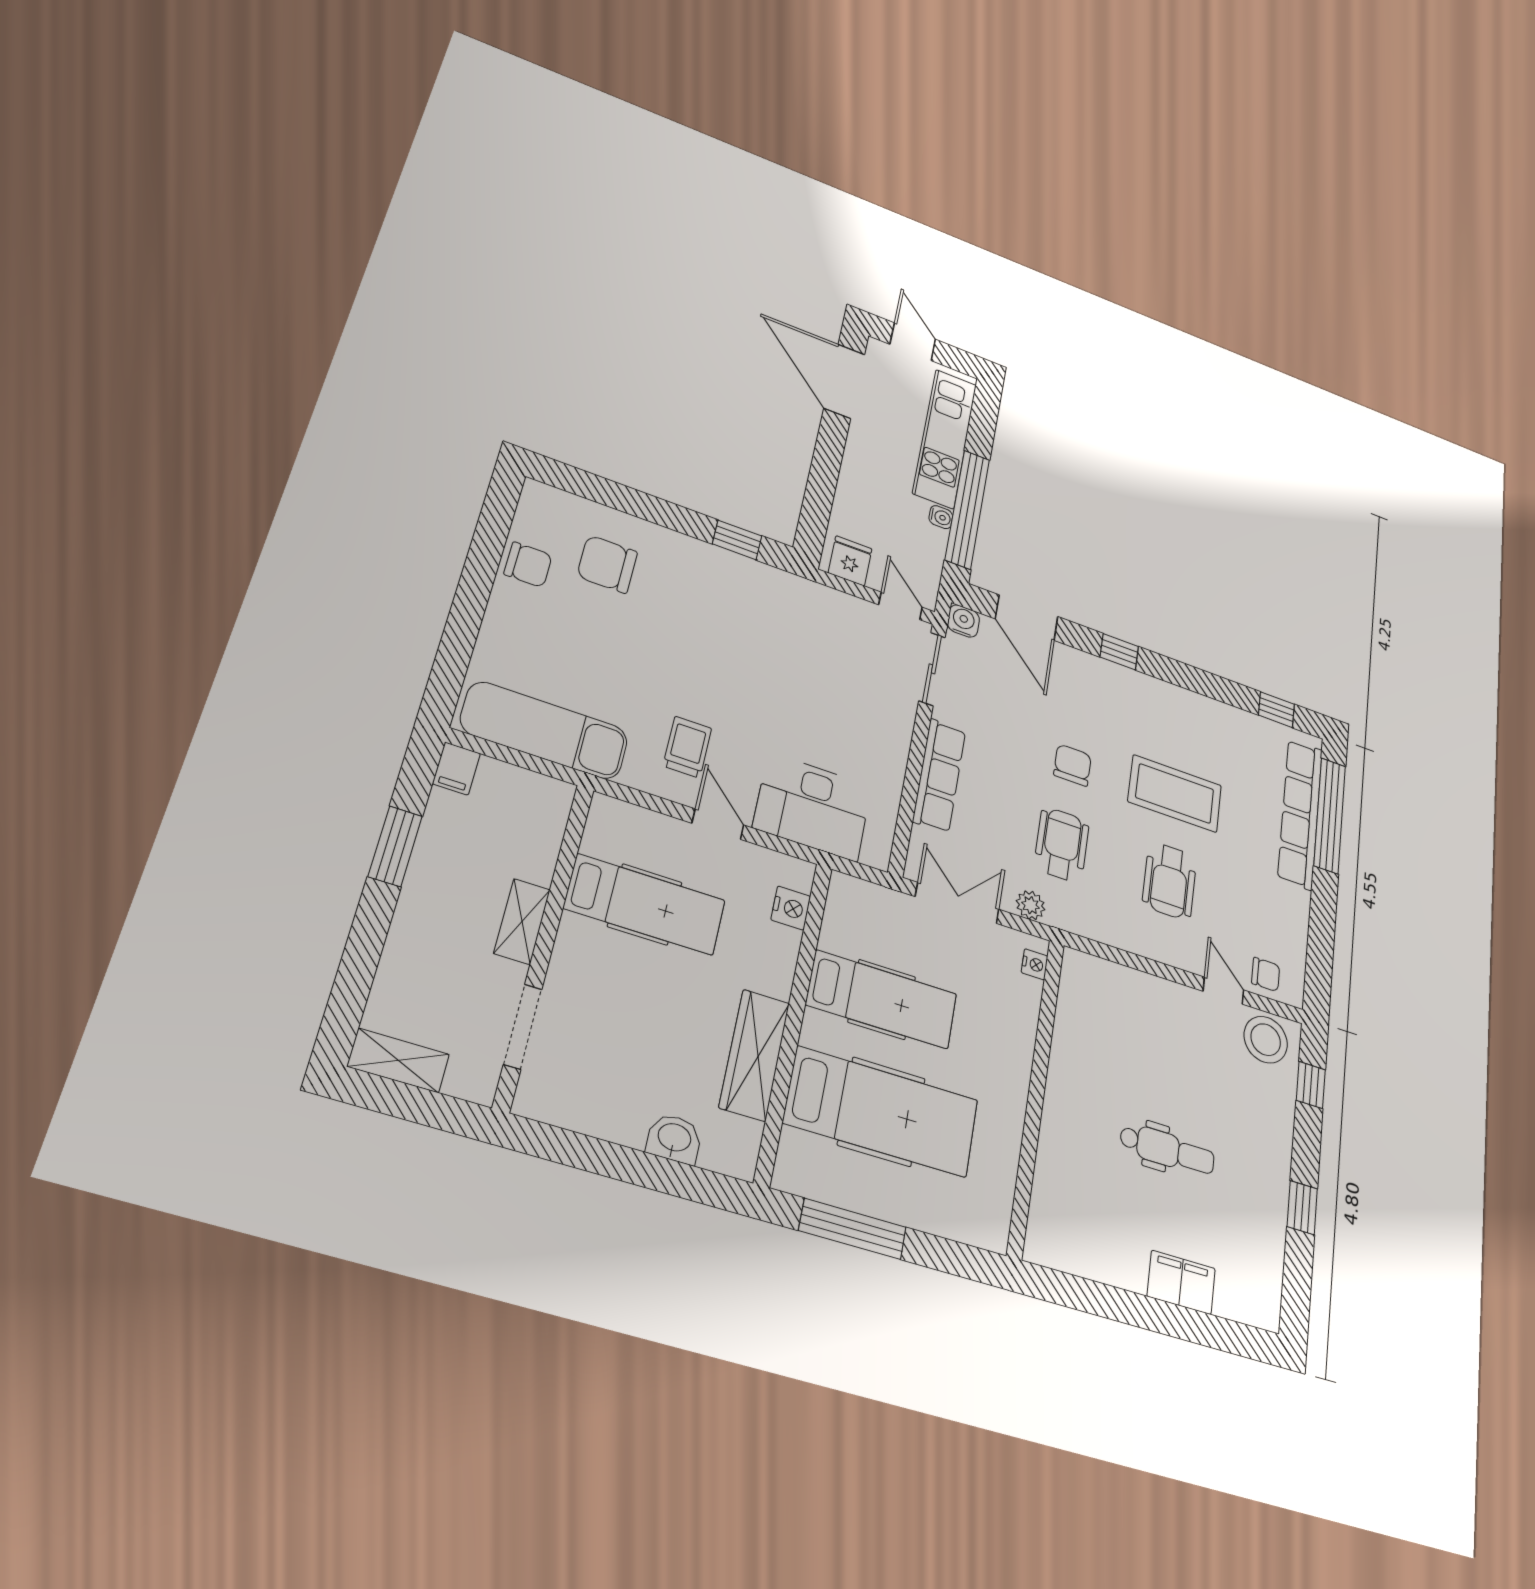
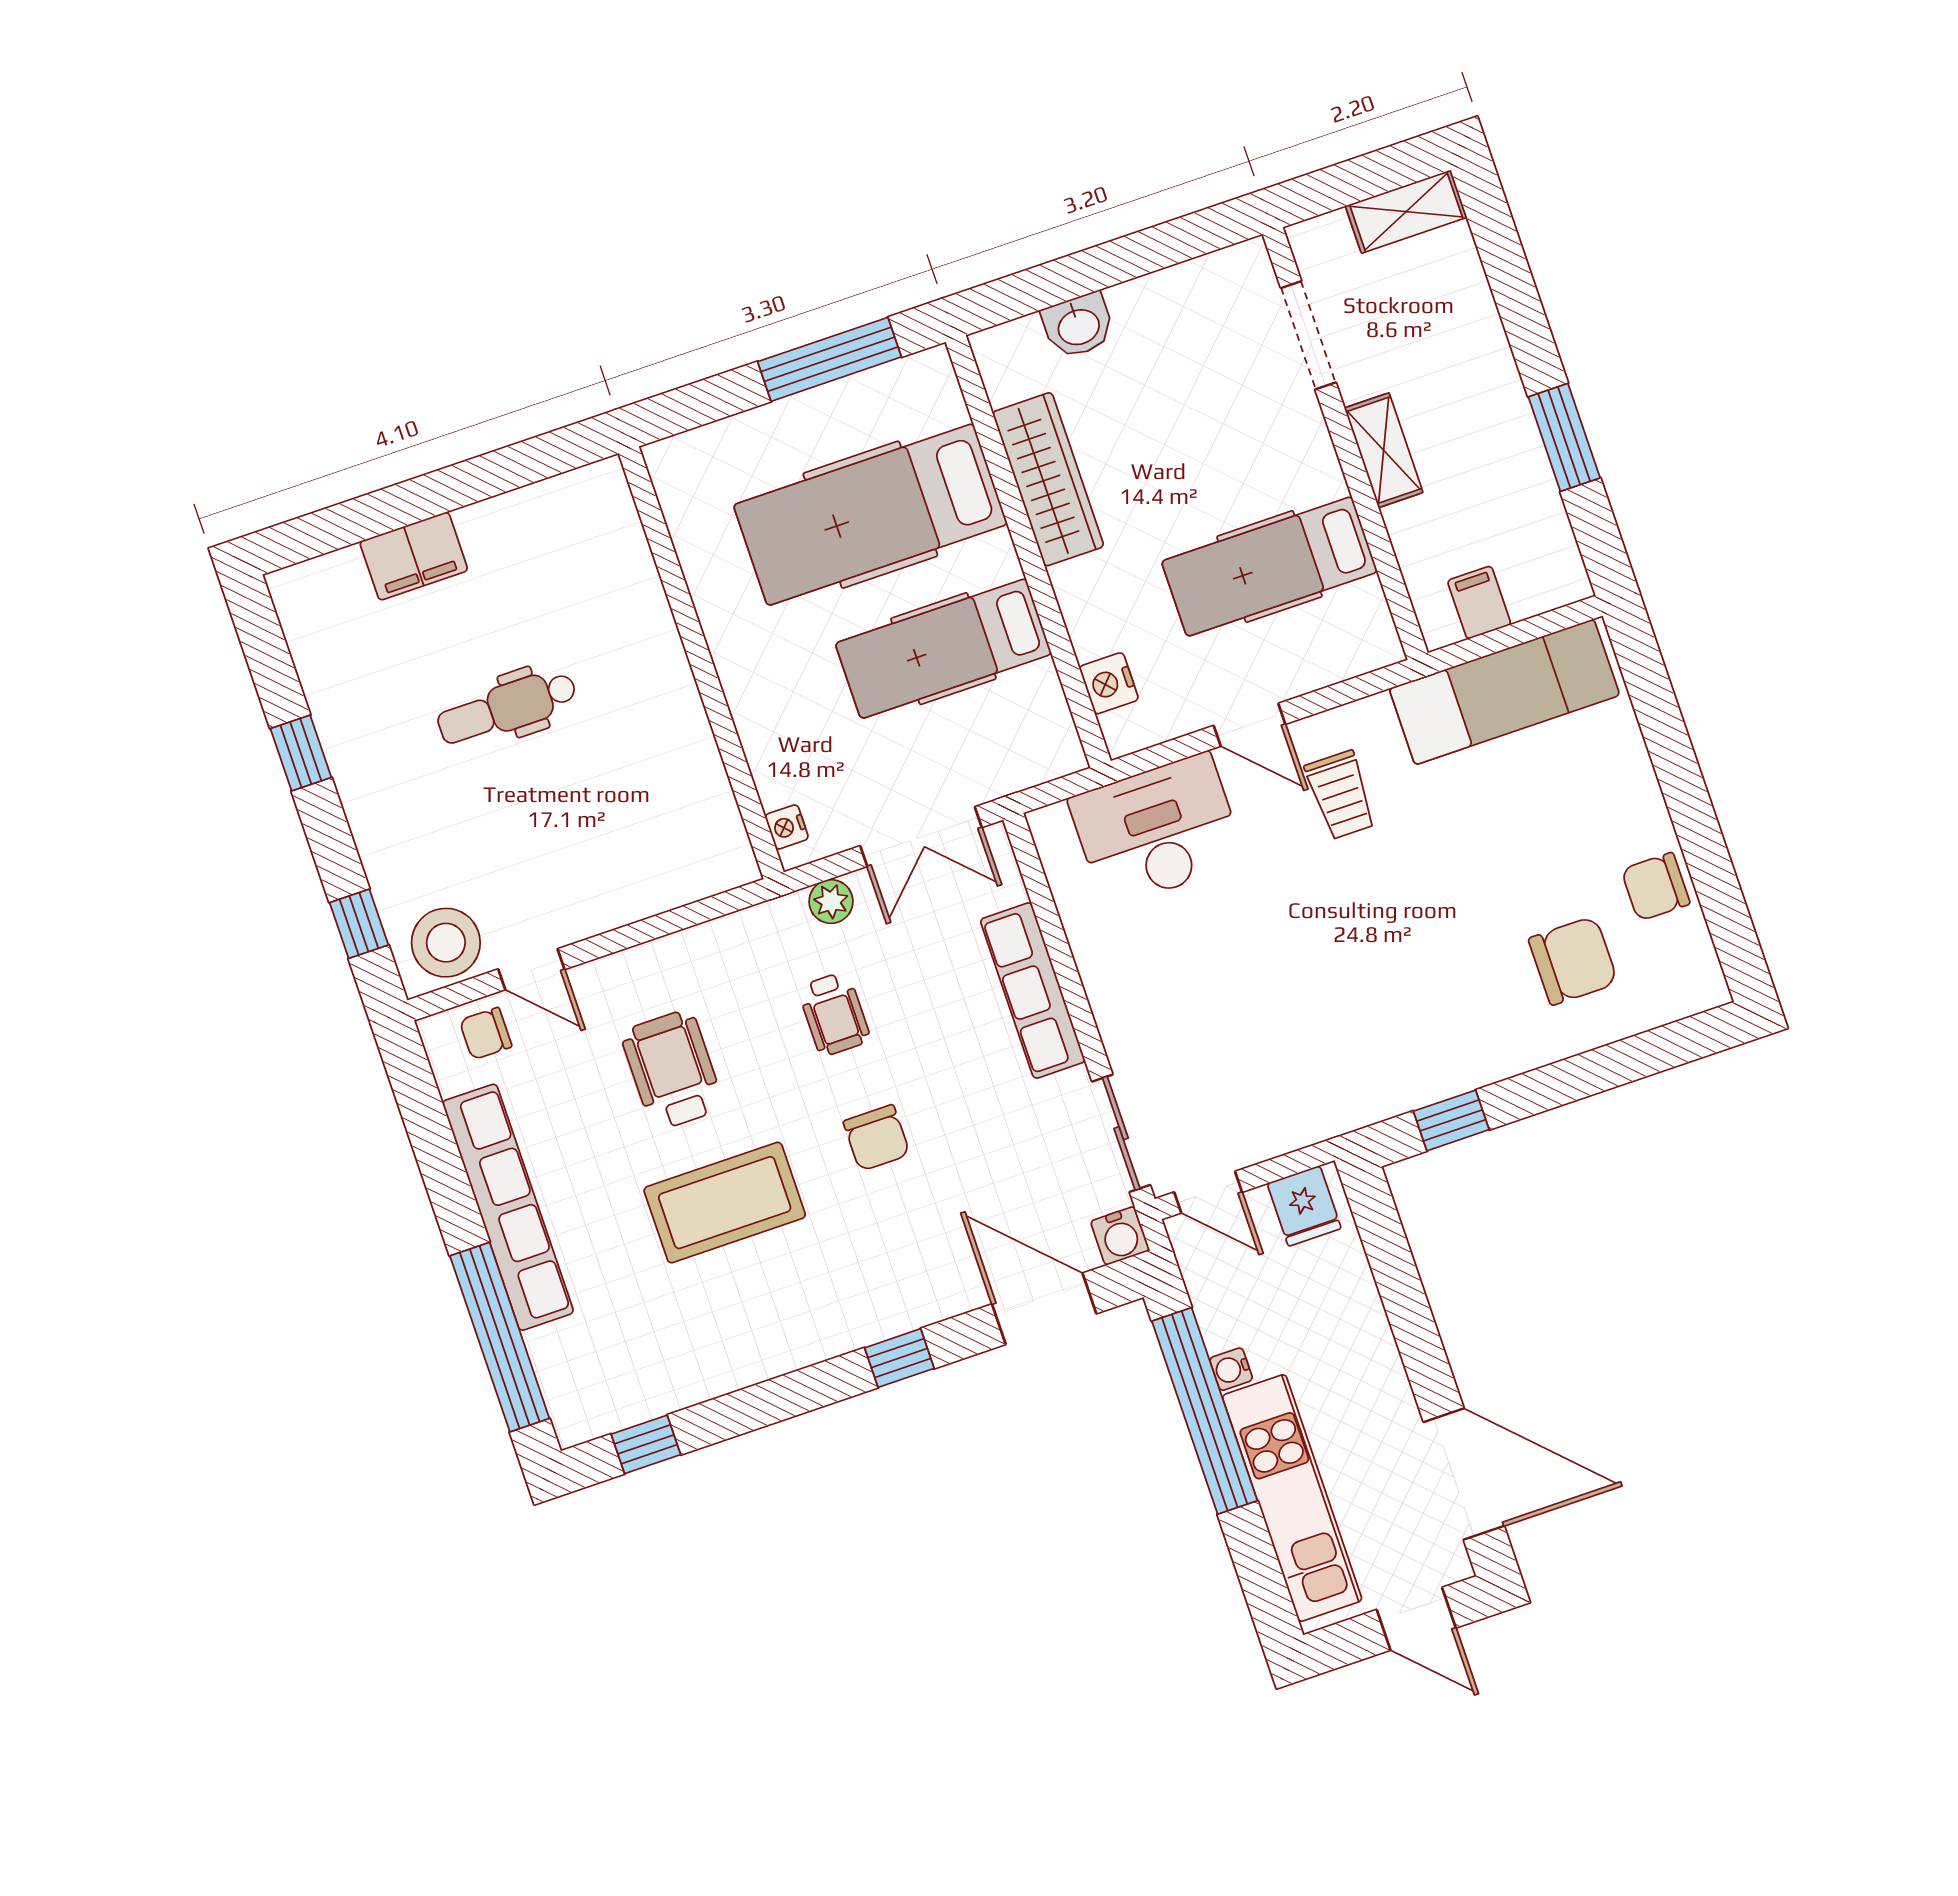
filing cabinet: (456, 769) -> (1479, 602), moved
row of seats: (1300, 814) -> (508, 1207), moved
wheelchair: (1062, 845) -> (834, 1014), width x0.73, depth x0.73

